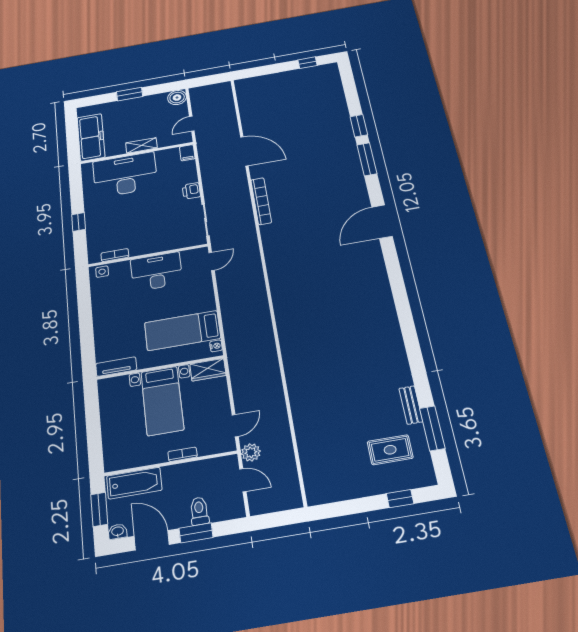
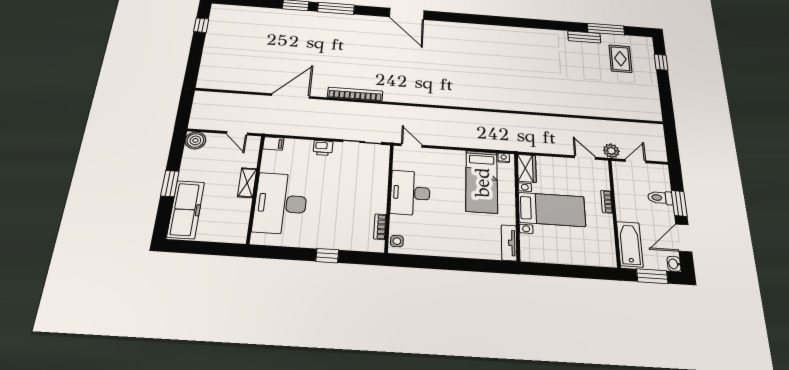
freezer: (91, 137) -> (186, 209), moved, turned 90

